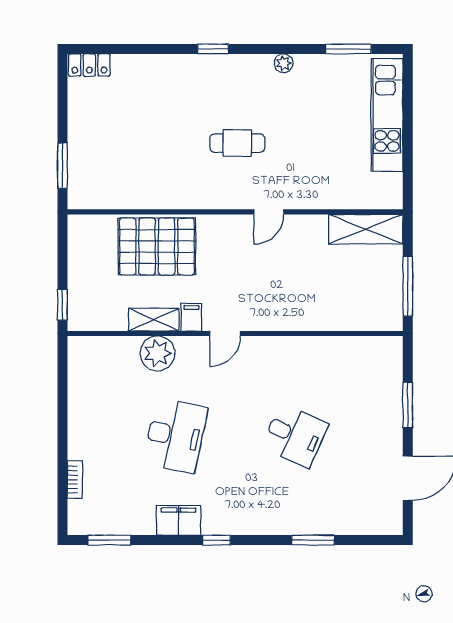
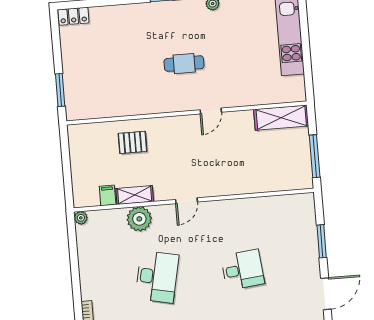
pallet: (157, 246) -> (133, 142), width x0.49, depth x0.50
window: (62, 305) -> (68, 190), removed
filing cabinet: (191, 317) -> (108, 195), moved
plant: (77, 345) -> (81, 218), added
desk: (295, 436) -> (243, 270), turned -30

